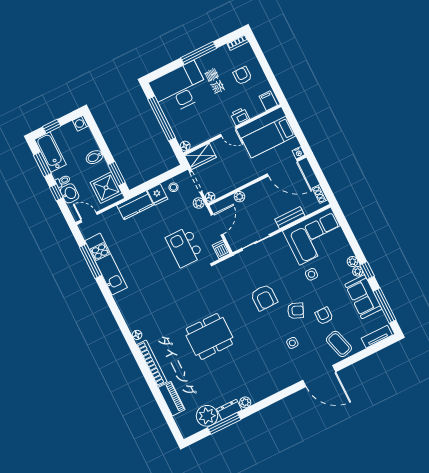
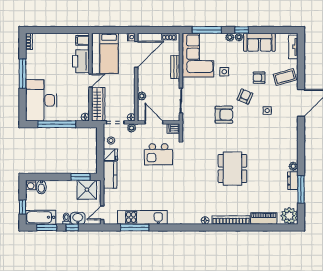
armchair: (242, 76) -> (55, 50), removed
printer: (240, 116) -> (81, 61), width x1.87, depth x1.48
wardrobe: (200, 156) -> (98, 104), width x1.50
bidet: (94, 157) -> (41, 187), moved
window: (385, 306) -> (207, 30), moved
plant: (207, 416) -> (289, 216), moved

